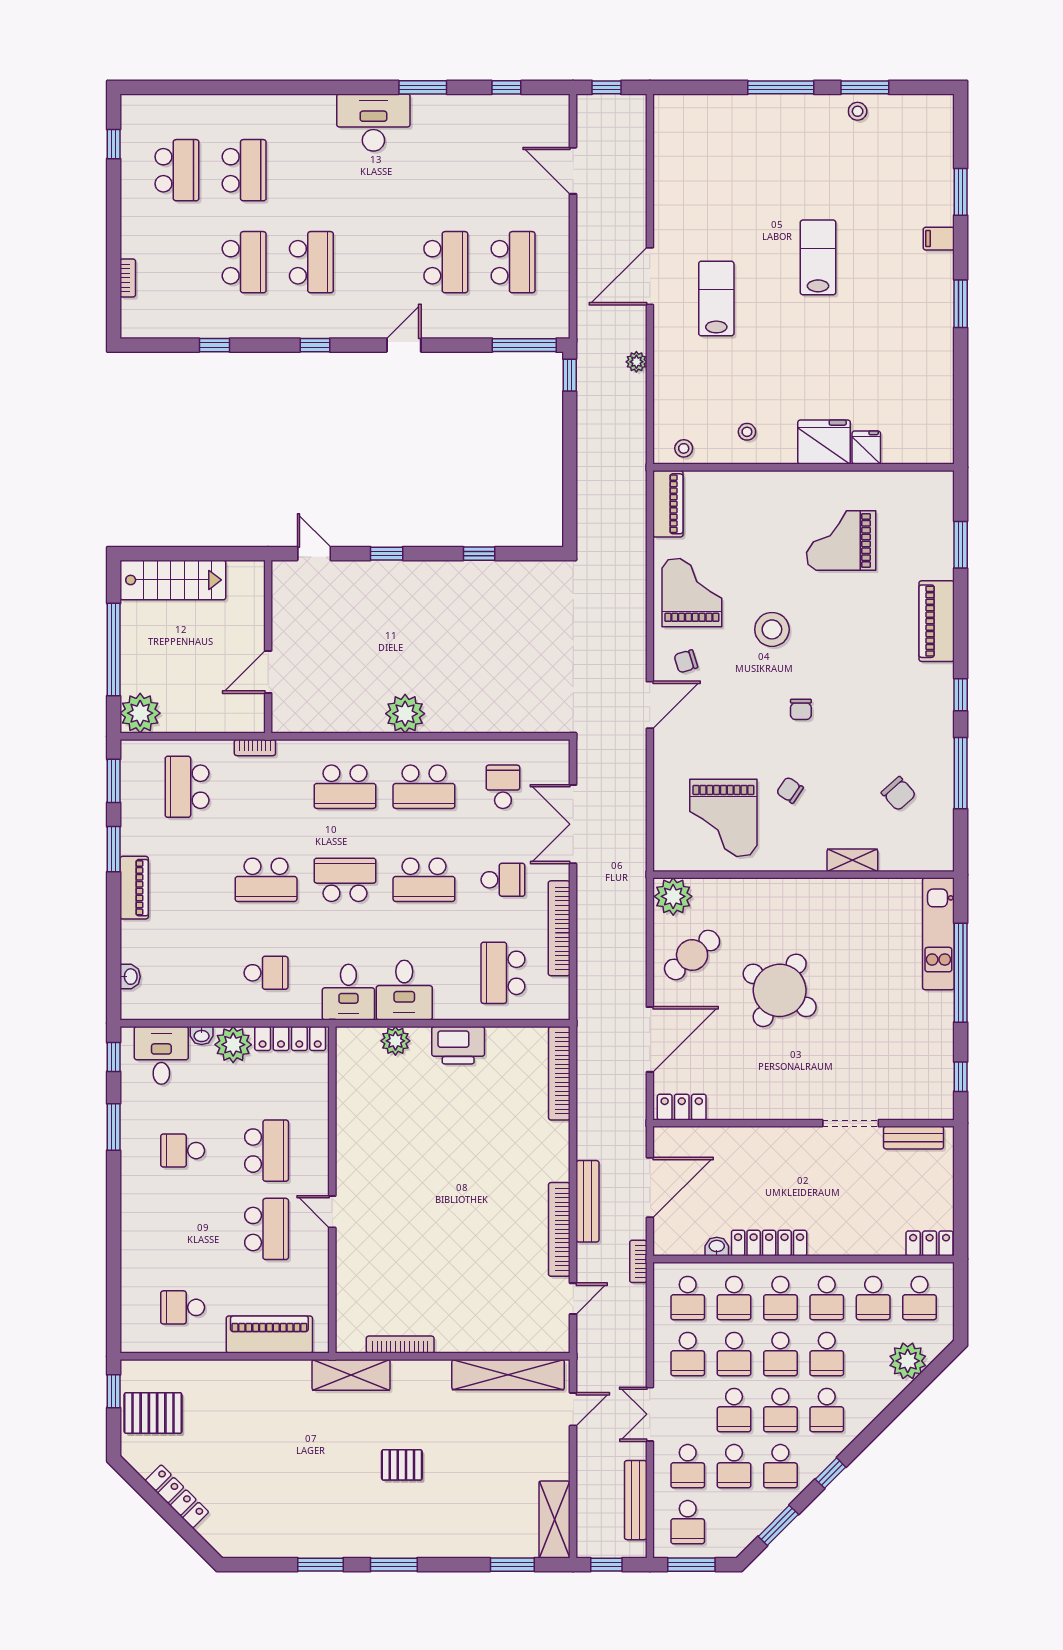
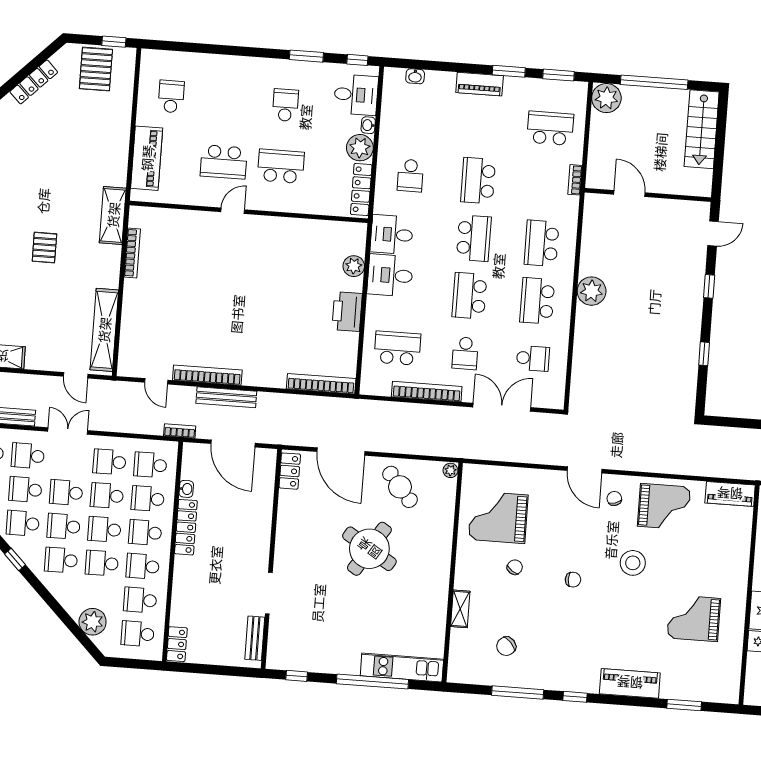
grand piano: (841, 541) -> (694, 618), turned -90
chair: (801, 709) -> (573, 580), turned 180
plant: (673, 896) -> (450, 470), width x0.53, depth x0.53
school desk: (267, 1151) -> (281, 166), turned 180

